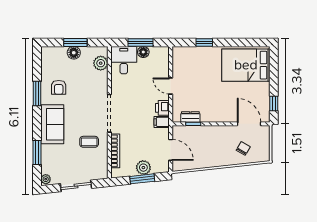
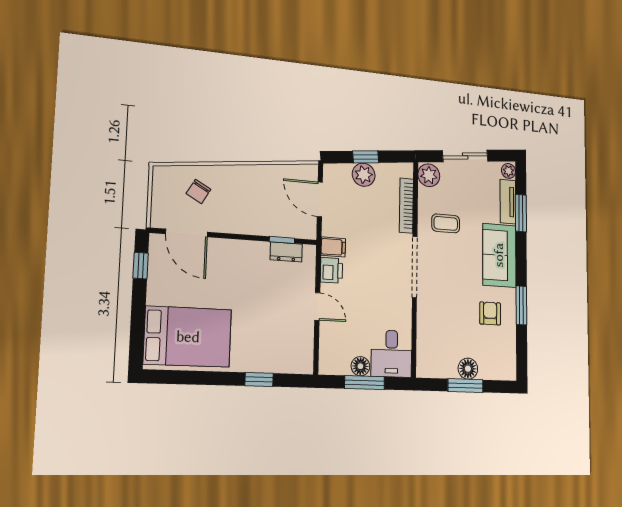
plant: (101, 63) -> (429, 175), moved
tv unit: (46, 159) -> (508, 202), added
window: (142, 179) -> (366, 157), width x0.67

